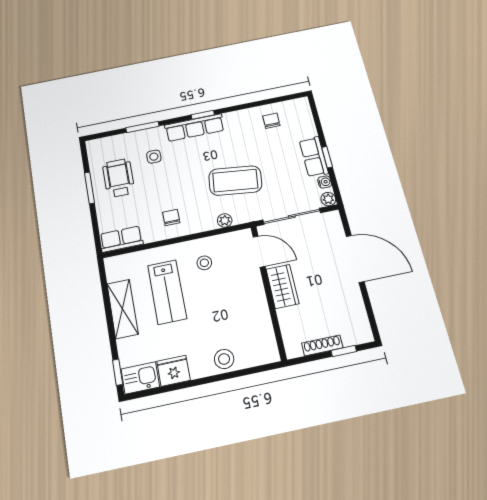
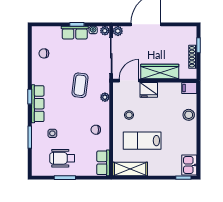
coffee table: (235, 181) -> (80, 85), width x0.73, depth x0.76
plant: (333, 218) -> (118, 31), added
wardrobe: (282, 286) -> (160, 72), width x1.50
lab bench: (167, 292) -> (142, 141), turned 180
shelving: (122, 309) -> (130, 169), moved
filing cabinet: (269, 350) -> (189, 88), added
fridge: (174, 371) -> (149, 90), moved, turned -90

